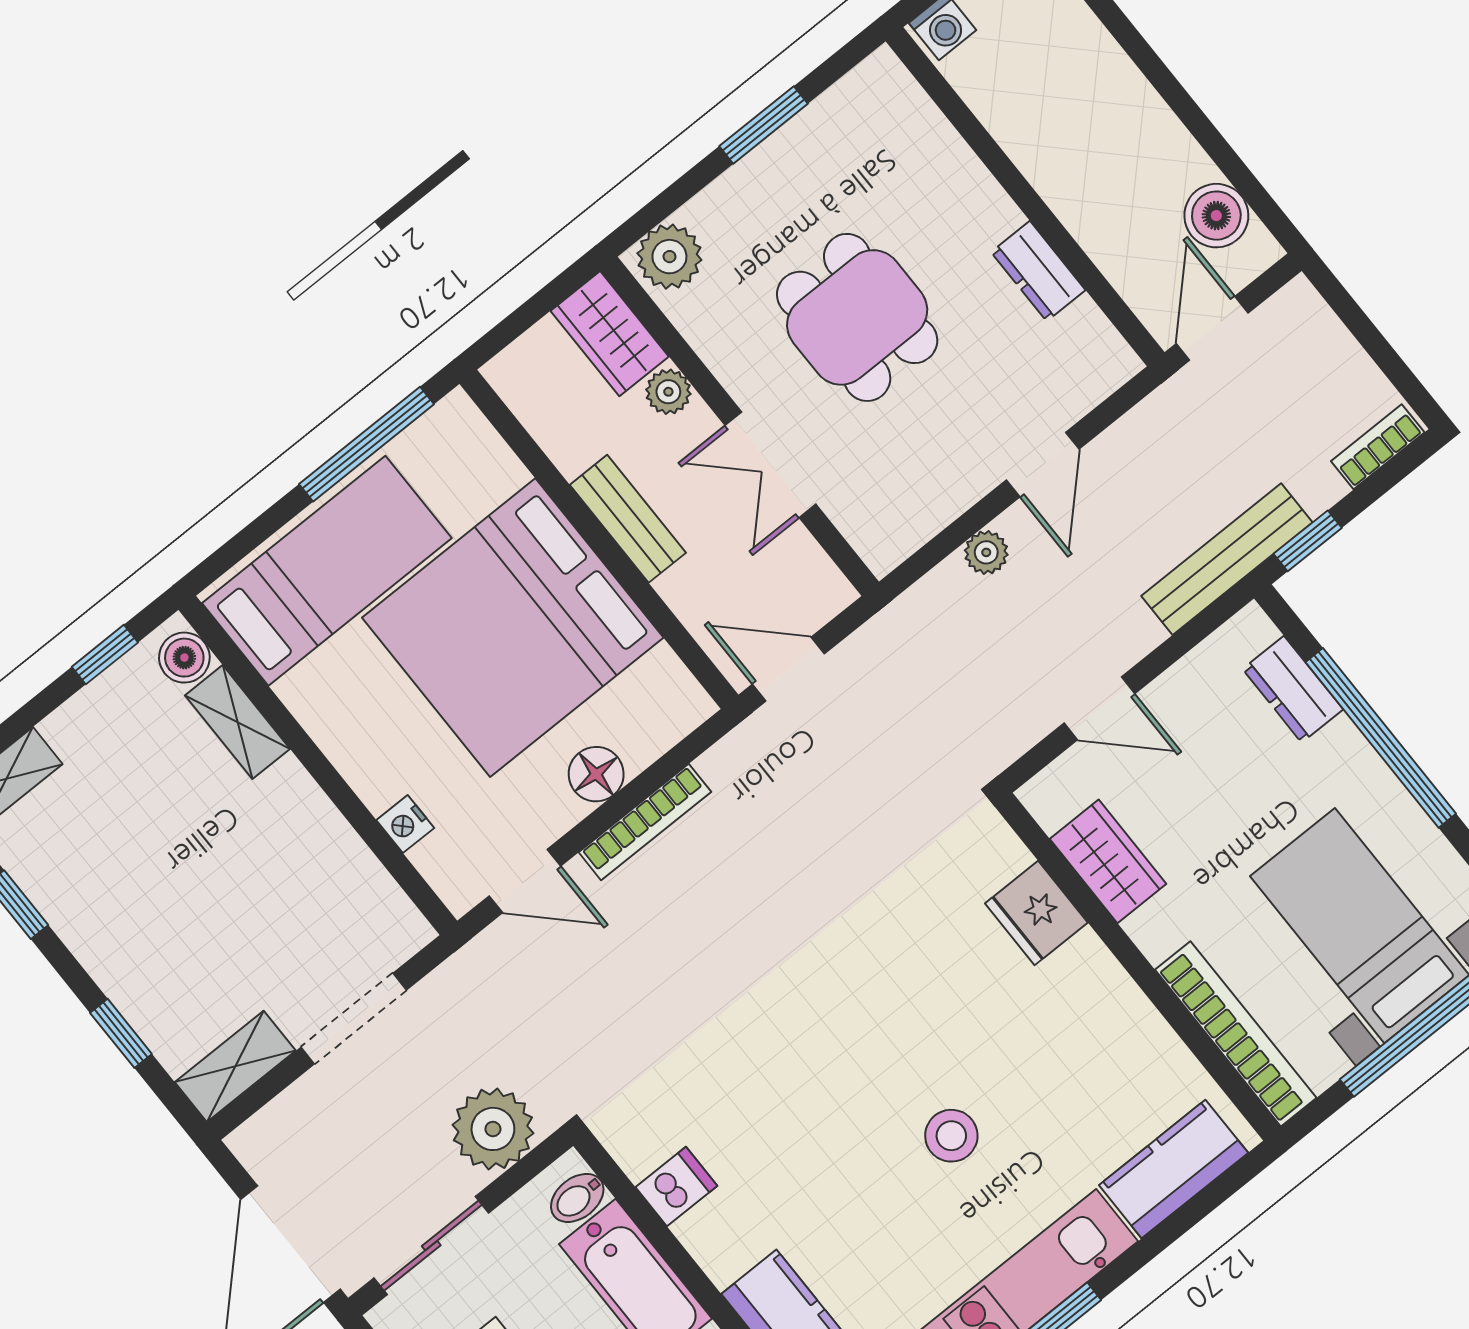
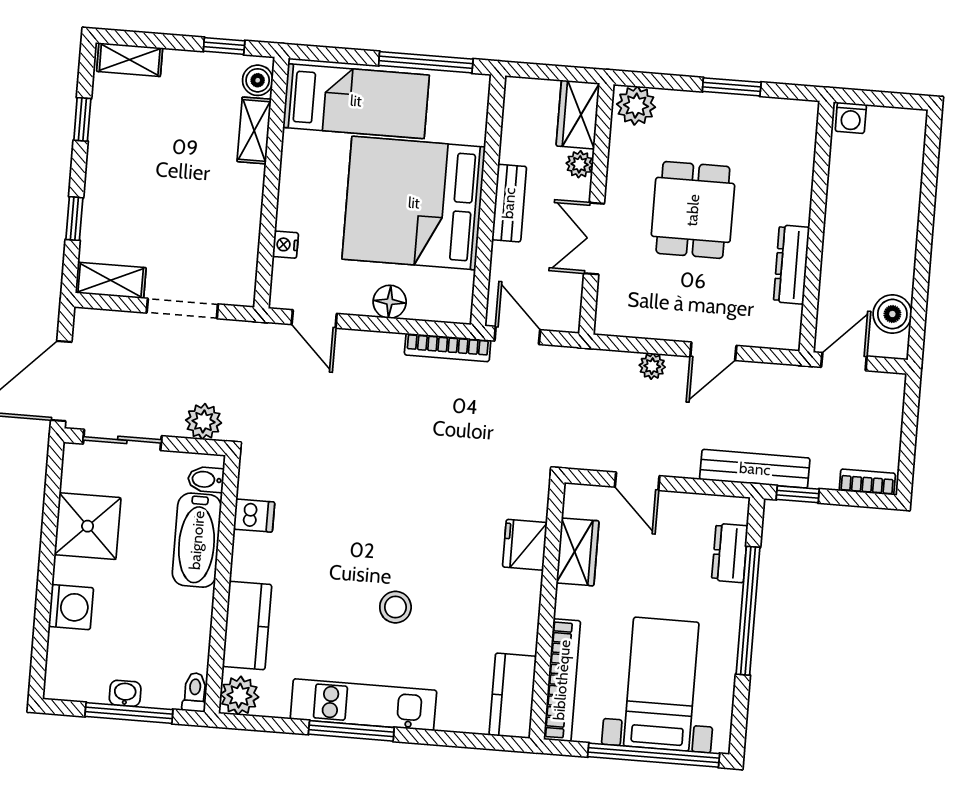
dresser: (1038, 271) -> (791, 265), width x1.44
bookcase: (645, 822) -> (448, 348), moved
plant: (493, 1129) -> (204, 421), width x0.73, depth x0.73
kitchen counter: (1174, 1169) -> (513, 696), moved, turned -90

